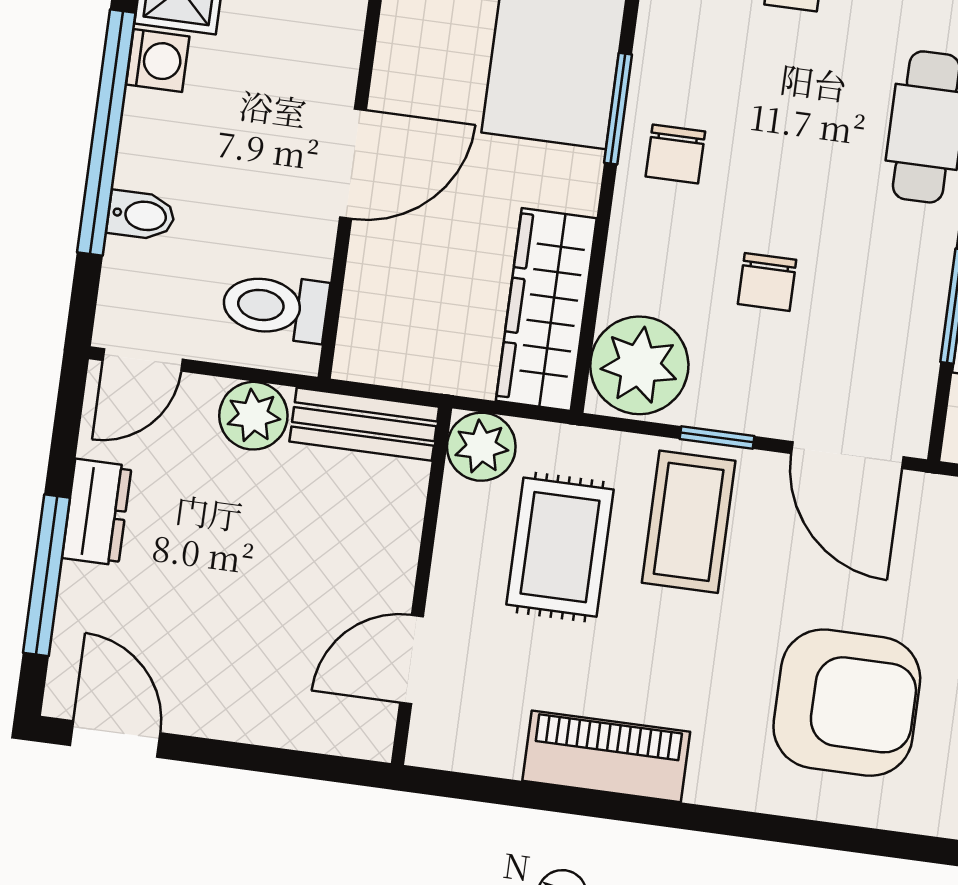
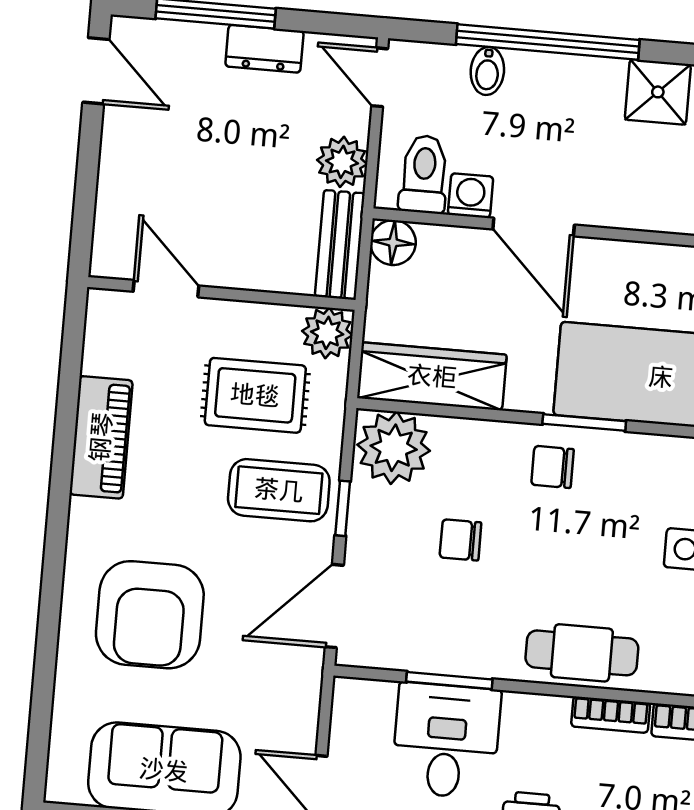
washing machine: (158, 60) -> (471, 196), moved, turned 180
floor lamp: (365, 353) -> (393, 243), added
door: (115, 739) -> (96, 71), hinge flipped

